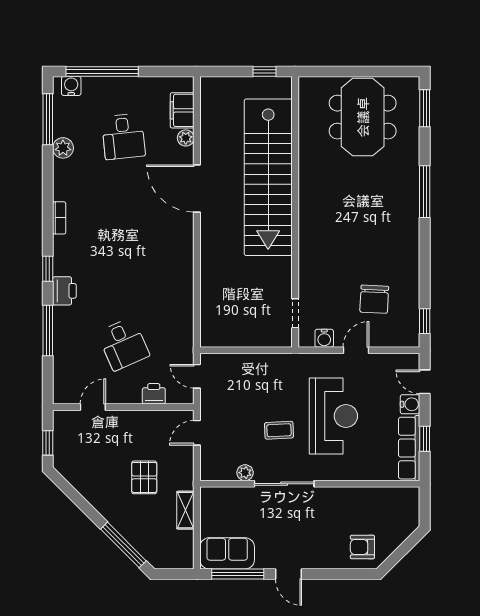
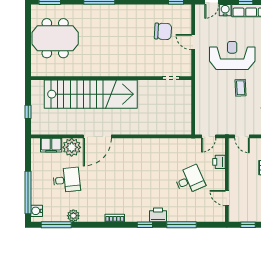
window: (264, 71) -> (28, 112), moved
plant: (186, 138) -> (72, 147), width x1.88, depth x1.88
water cooler: (324, 338) -> (186, 61), removed

